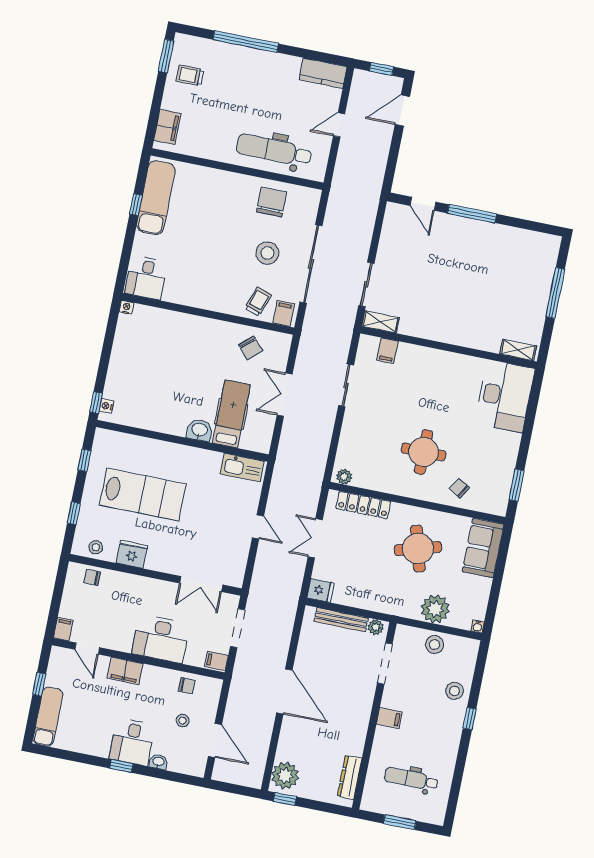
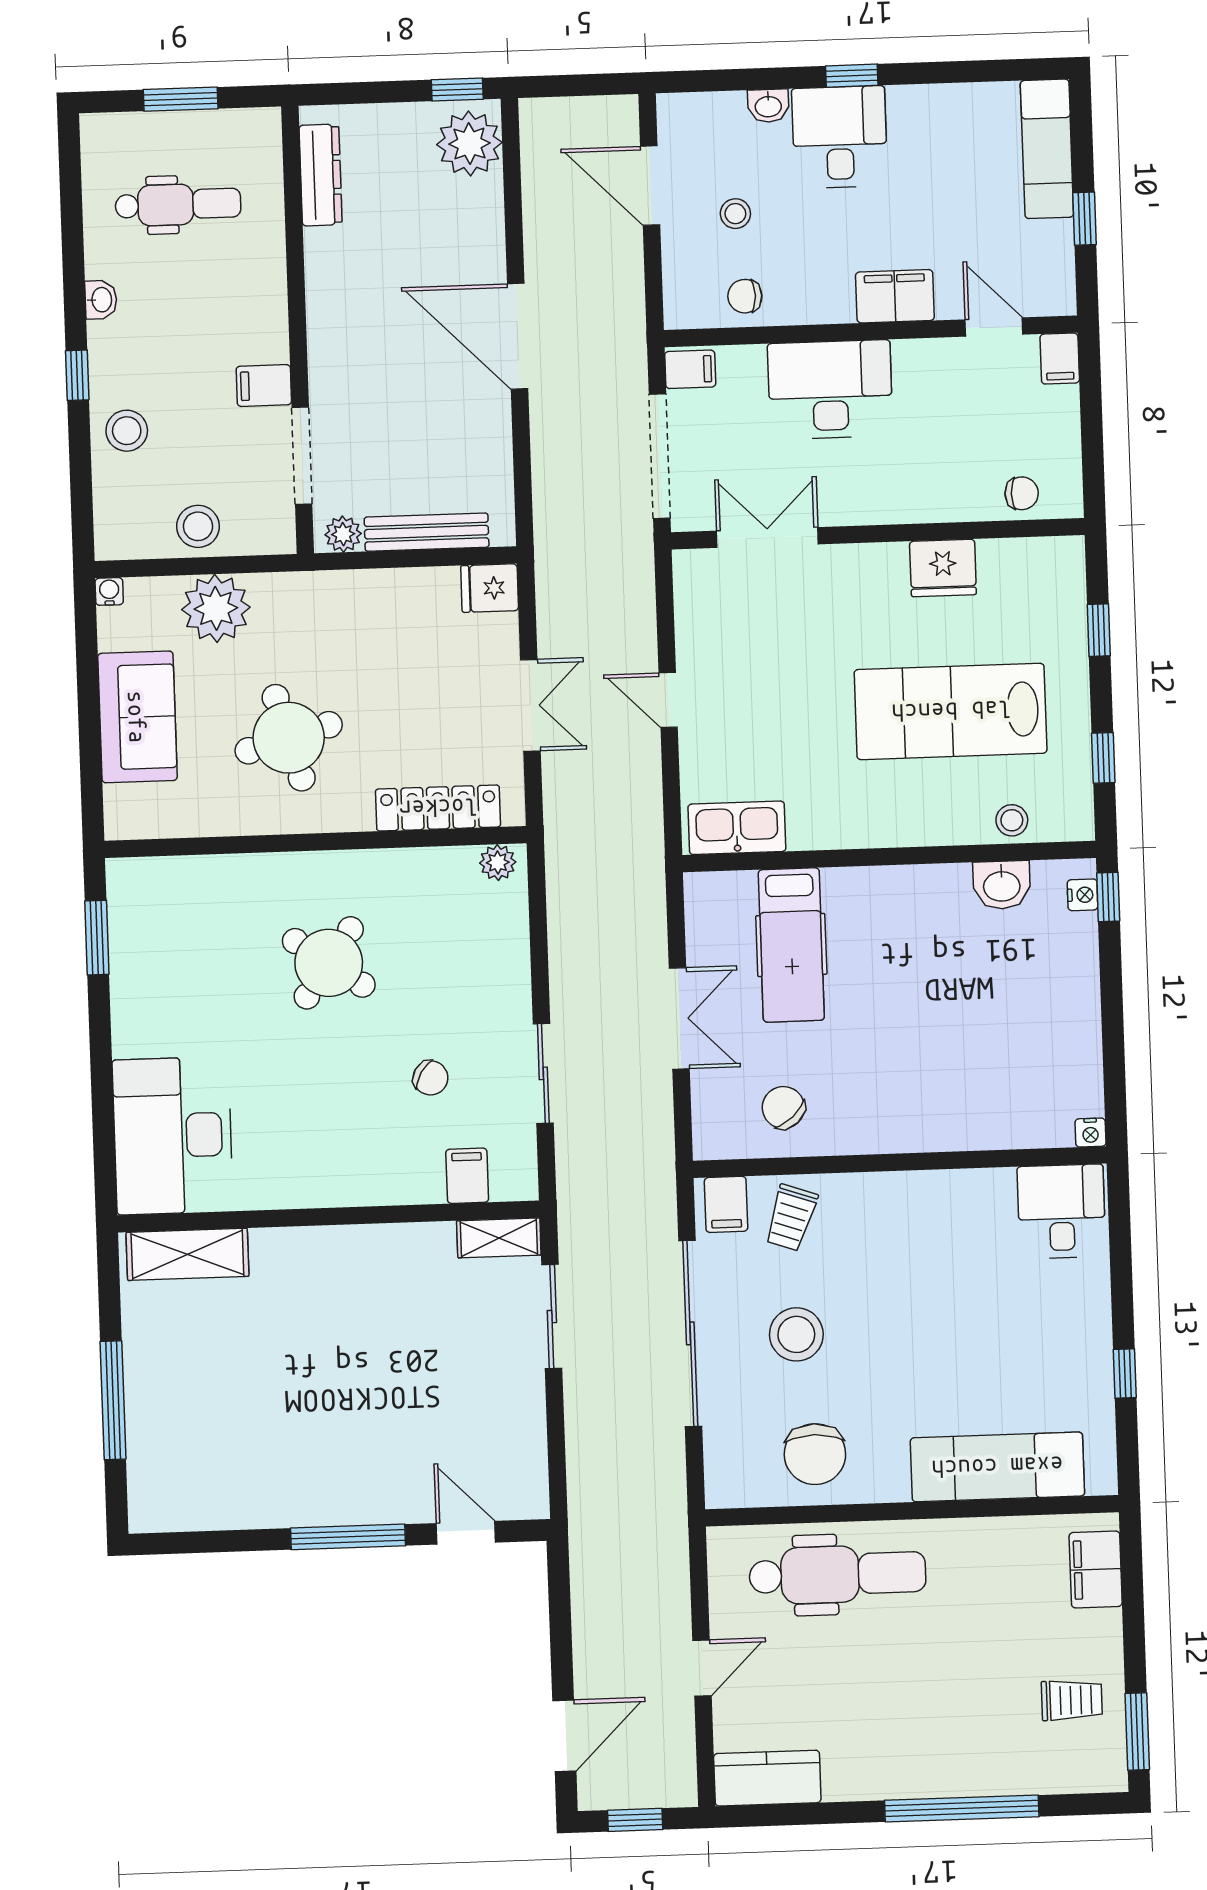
exam couch: (156, 198) -> (997, 1467), moved, turned 90
shelving: (518, 350) -> (187, 1254), width x1.50, depth x1.33
washbasin: (199, 430) -> (1002, 885), moved
round table: (424, 452) -> (329, 963), turned 35
chair: (459, 488) -> (431, 1078), moved
stool: (96, 547) -> (1012, 820), moved
sofa: (483, 548) -> (137, 717), moved
doorway: (238, 628) -> (660, 456), width x1.36
filing cabinet: (389, 718) -> (264, 386), moved
washbasin: (452, 747) -> (101, 300), added

